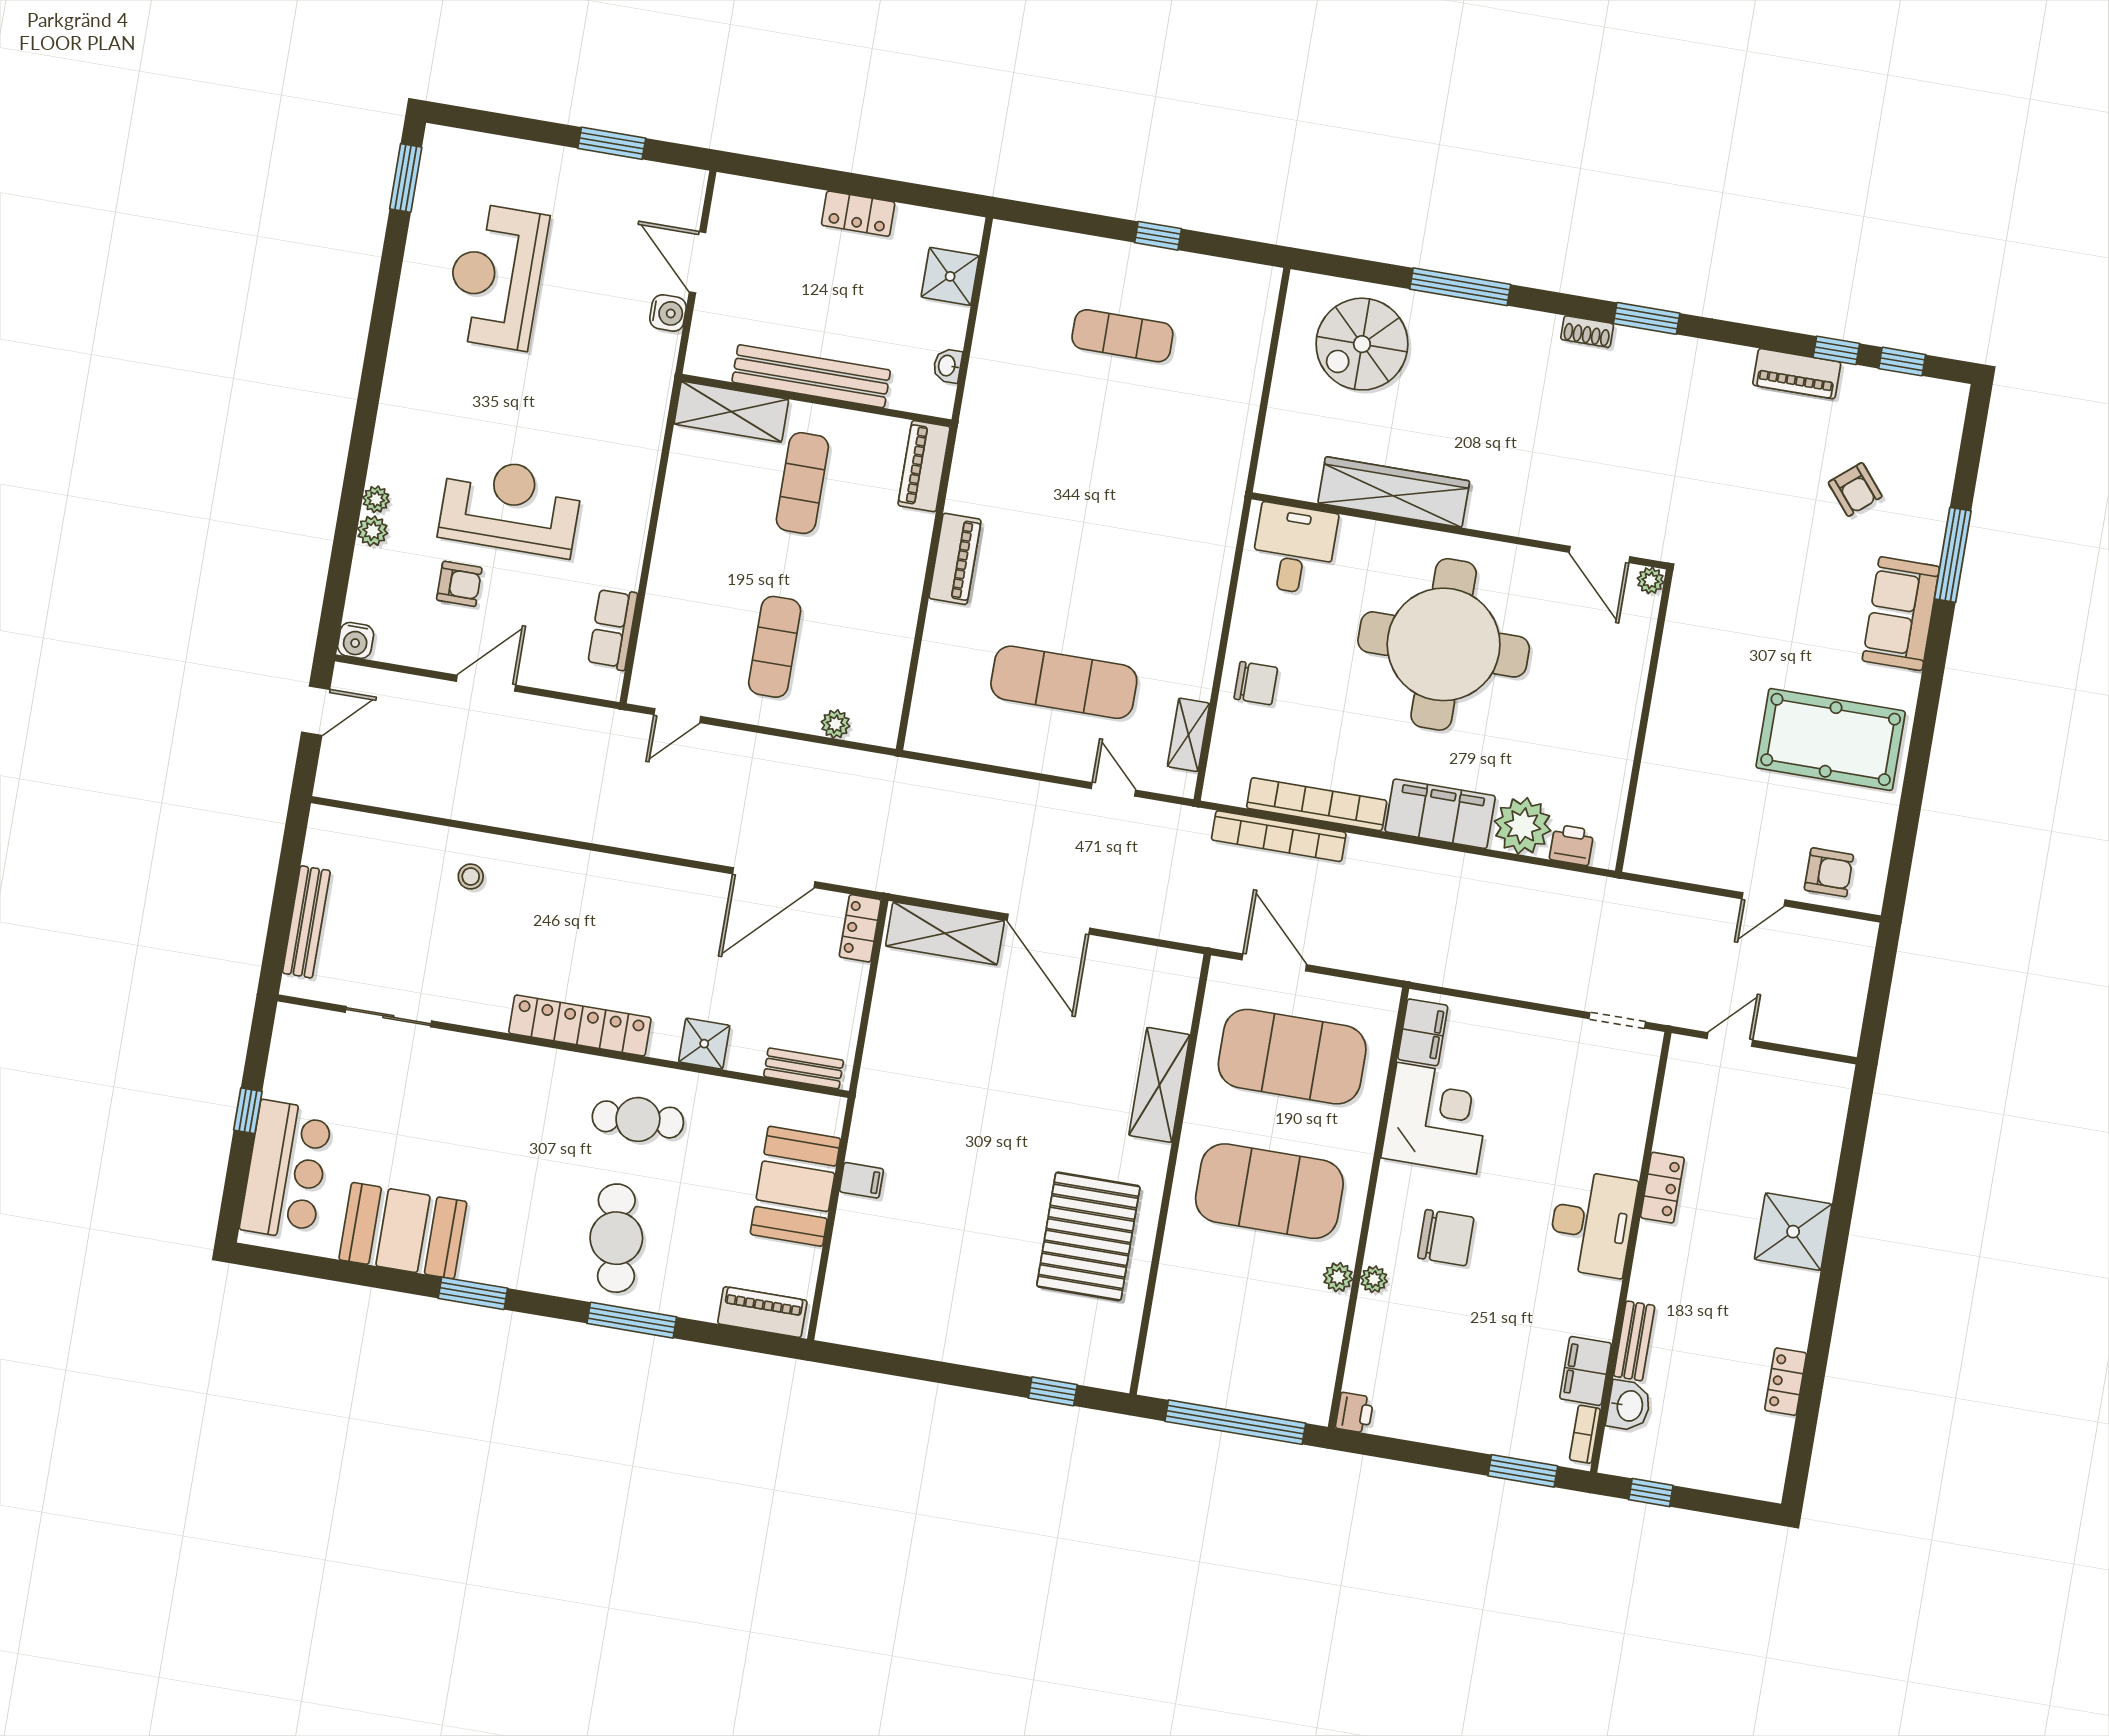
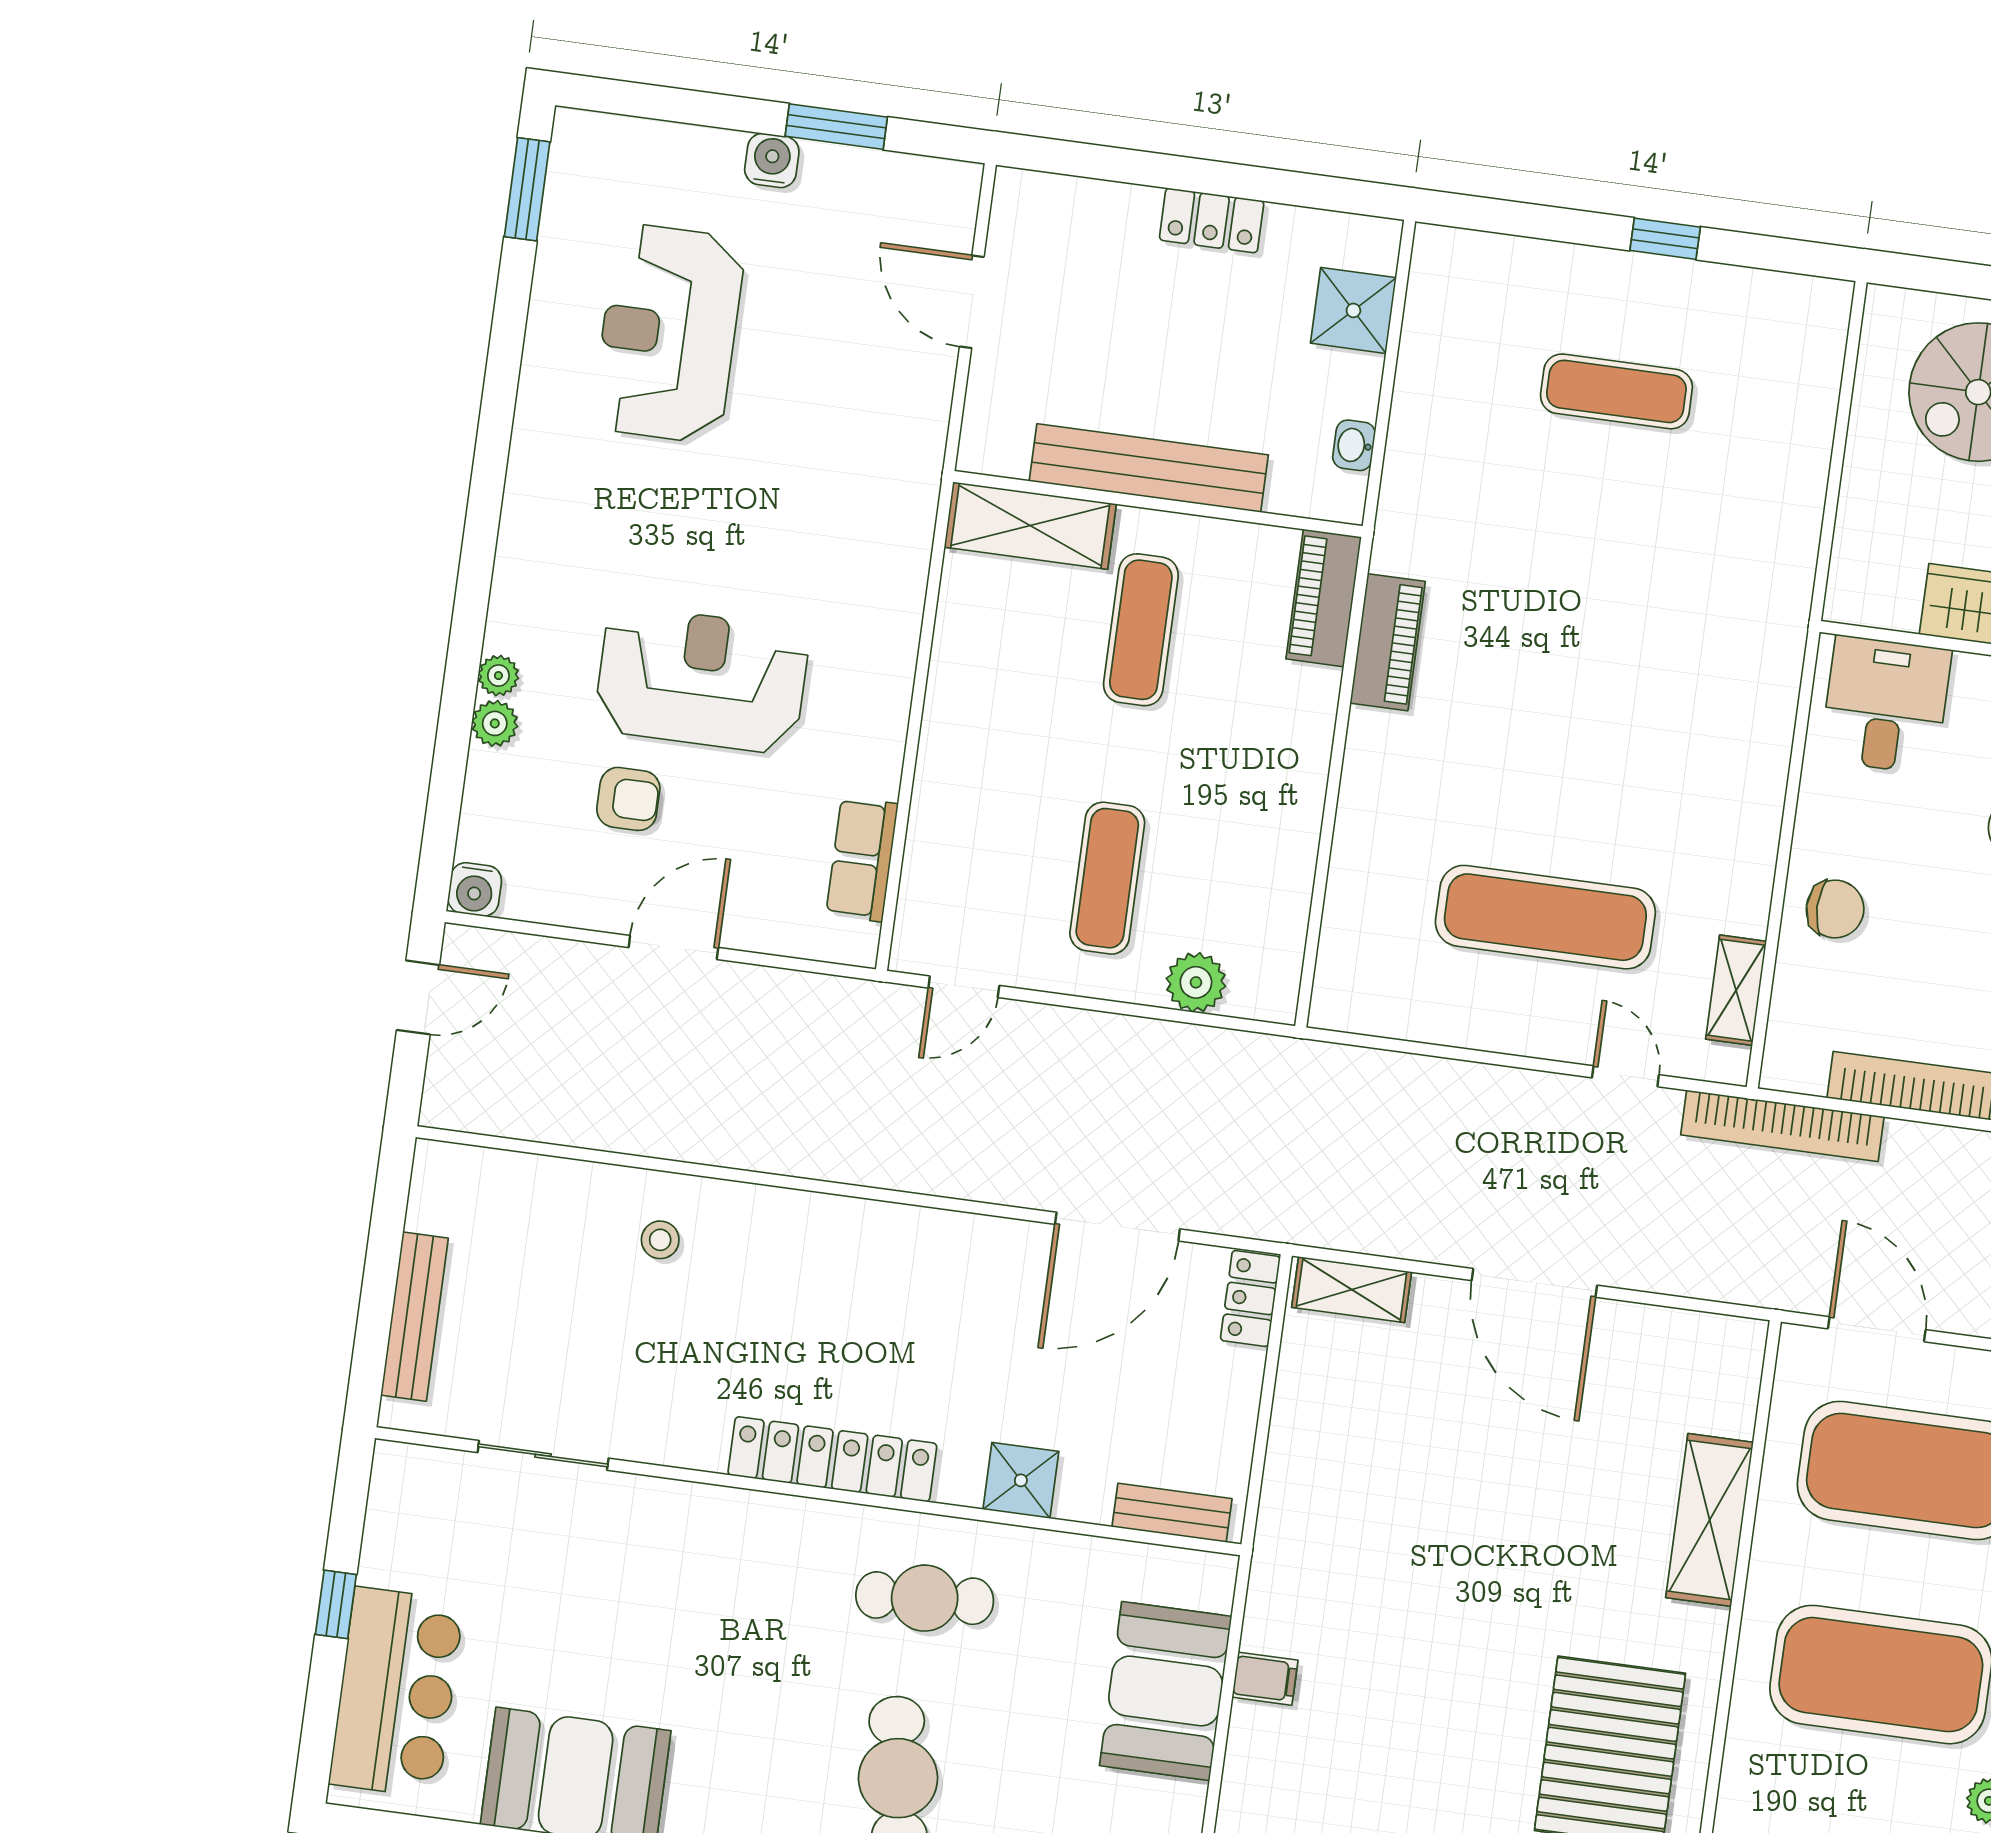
water cooler: (668, 313) -> (772, 160), moved, turned -90
piano: (955, 559) -> (1388, 642), moved
plant: (836, 724) -> (1196, 982), width x1.38, depth x1.38
bookcase: (1279, 836) -> (1782, 1126), moved
shelving: (945, 933) -> (1352, 1290), width x0.67, depth x0.75

